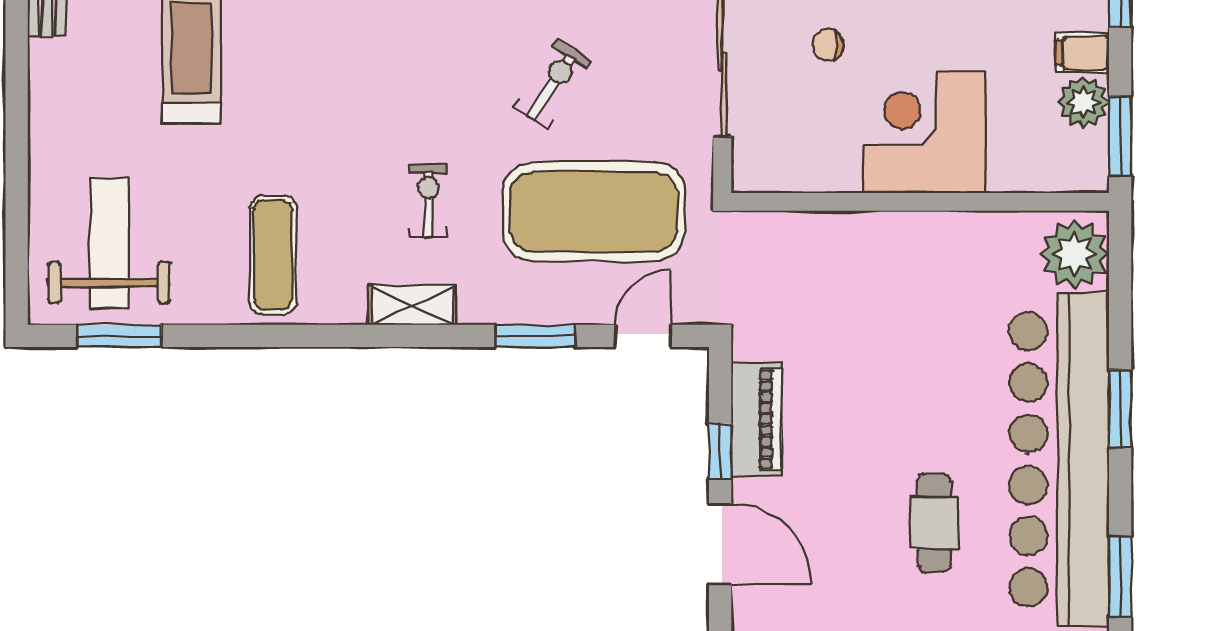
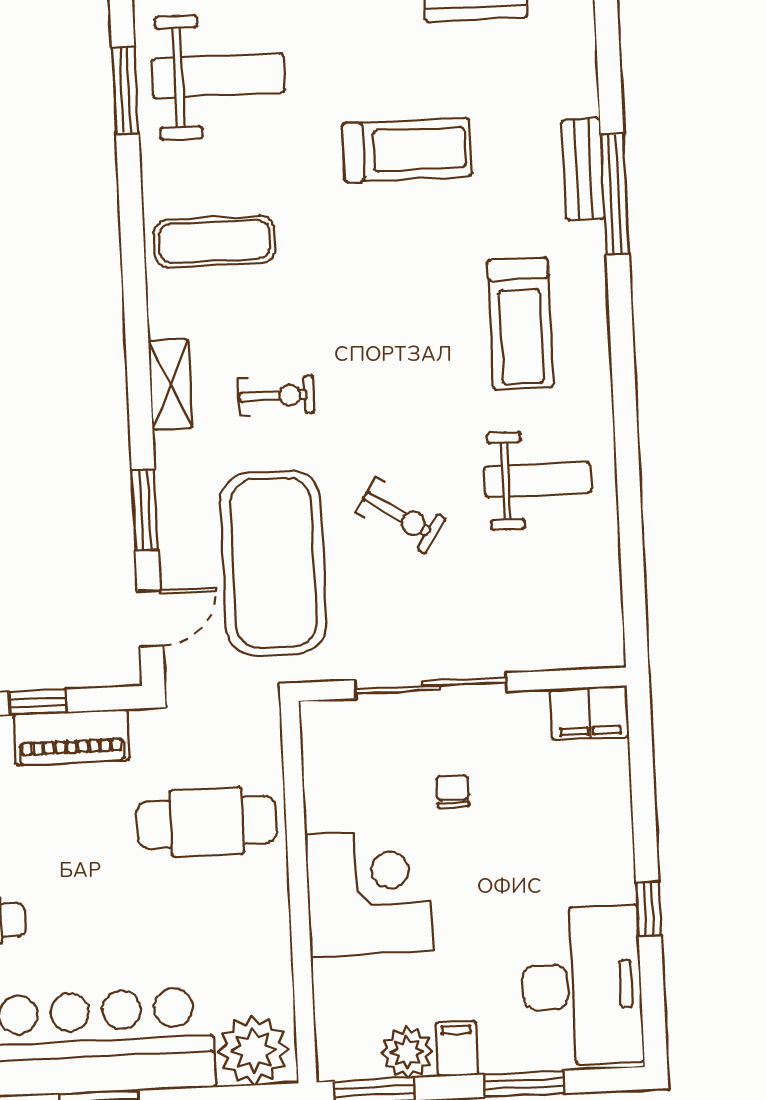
cafe table: (847, 289) -> (207, 822), added
door: (643, 336) -> (150, 619), hinge flipped

